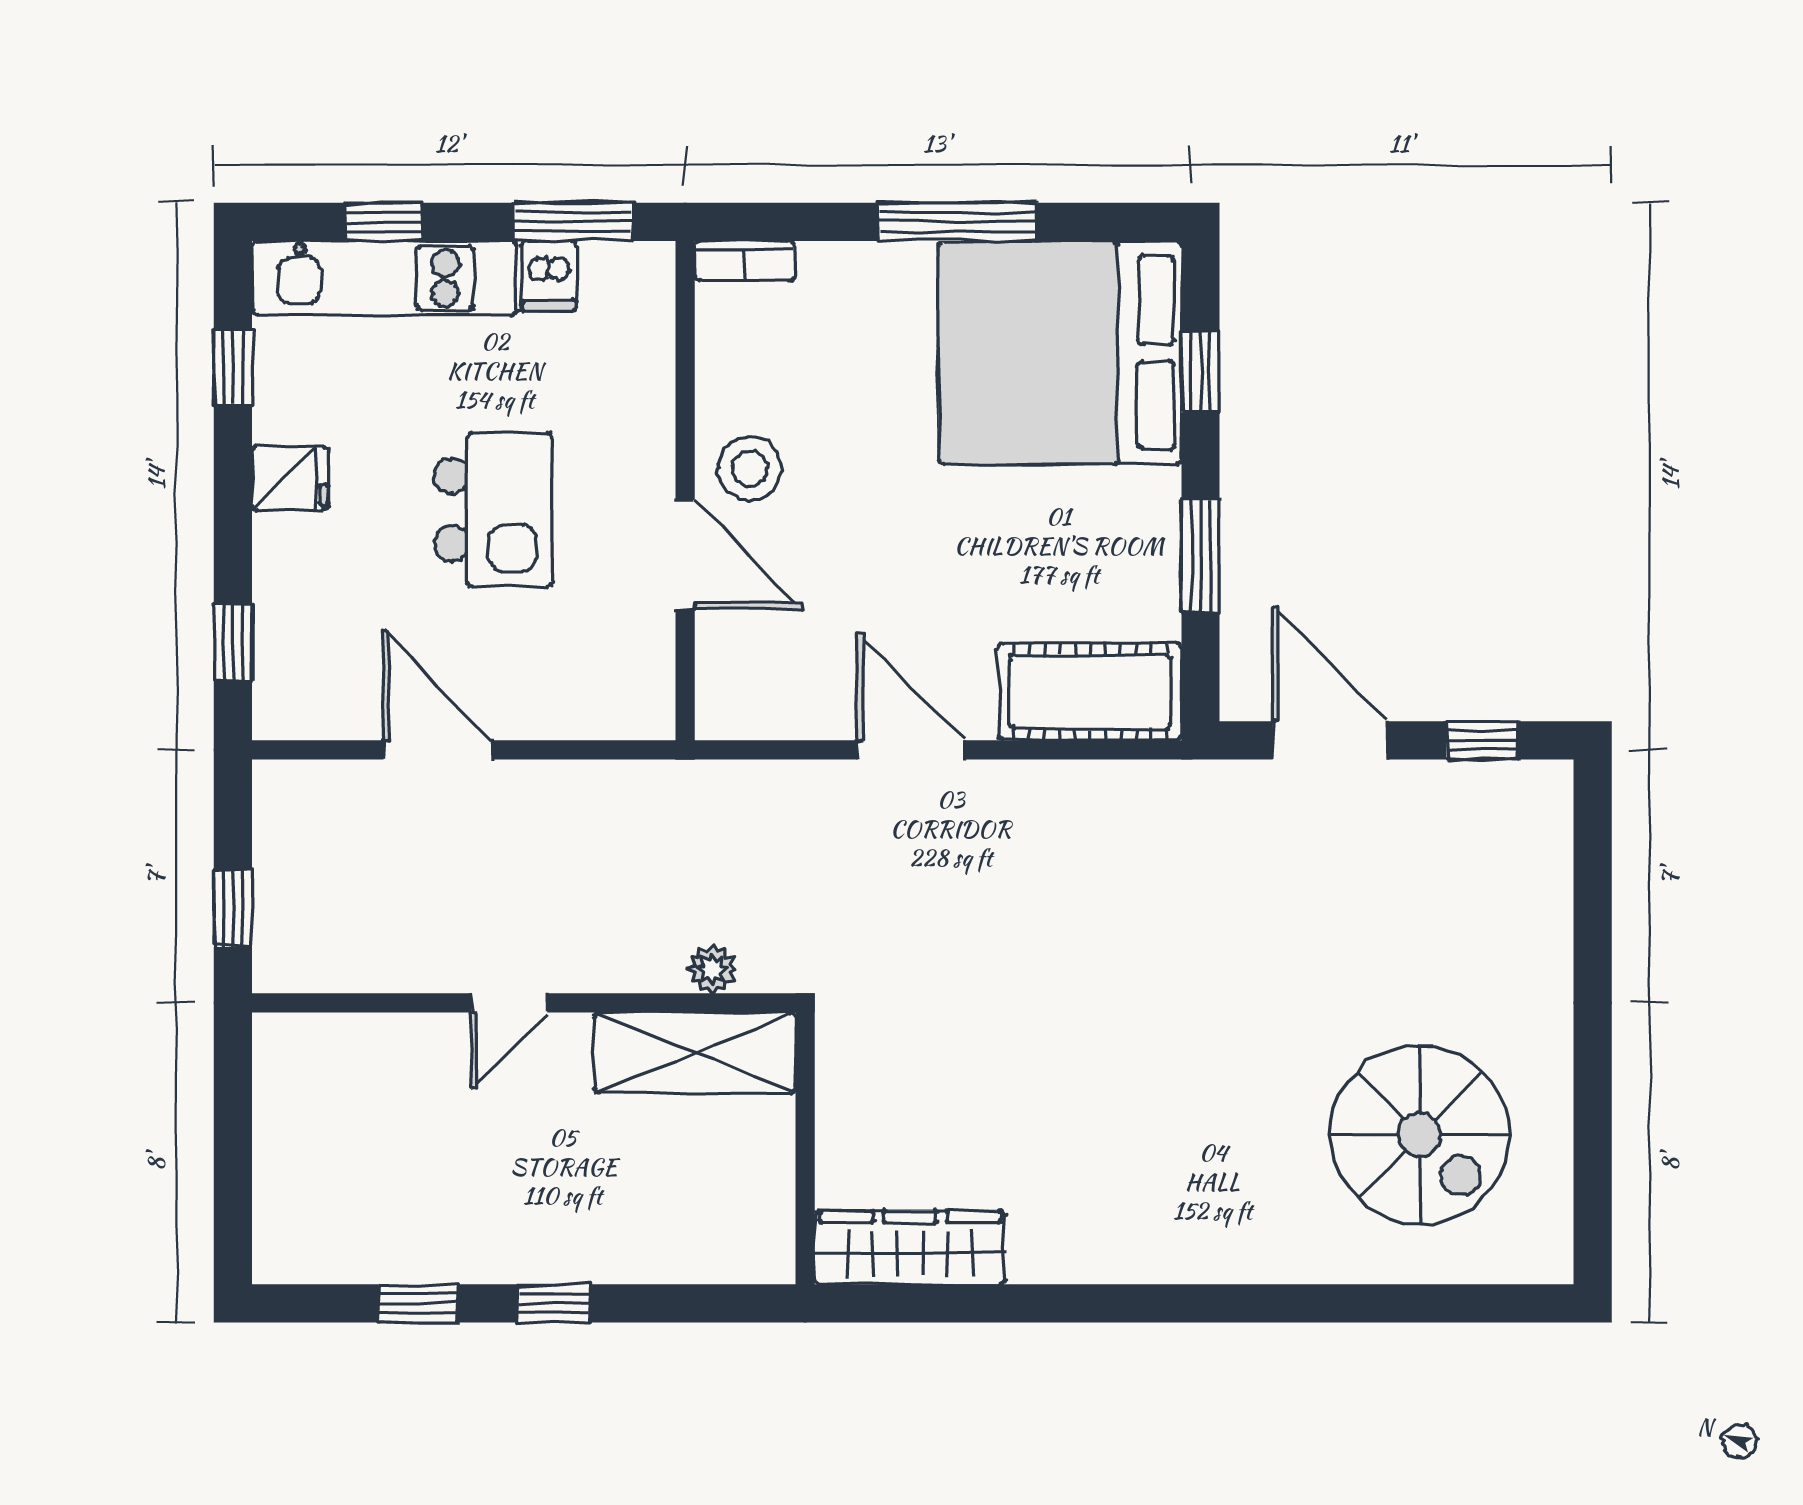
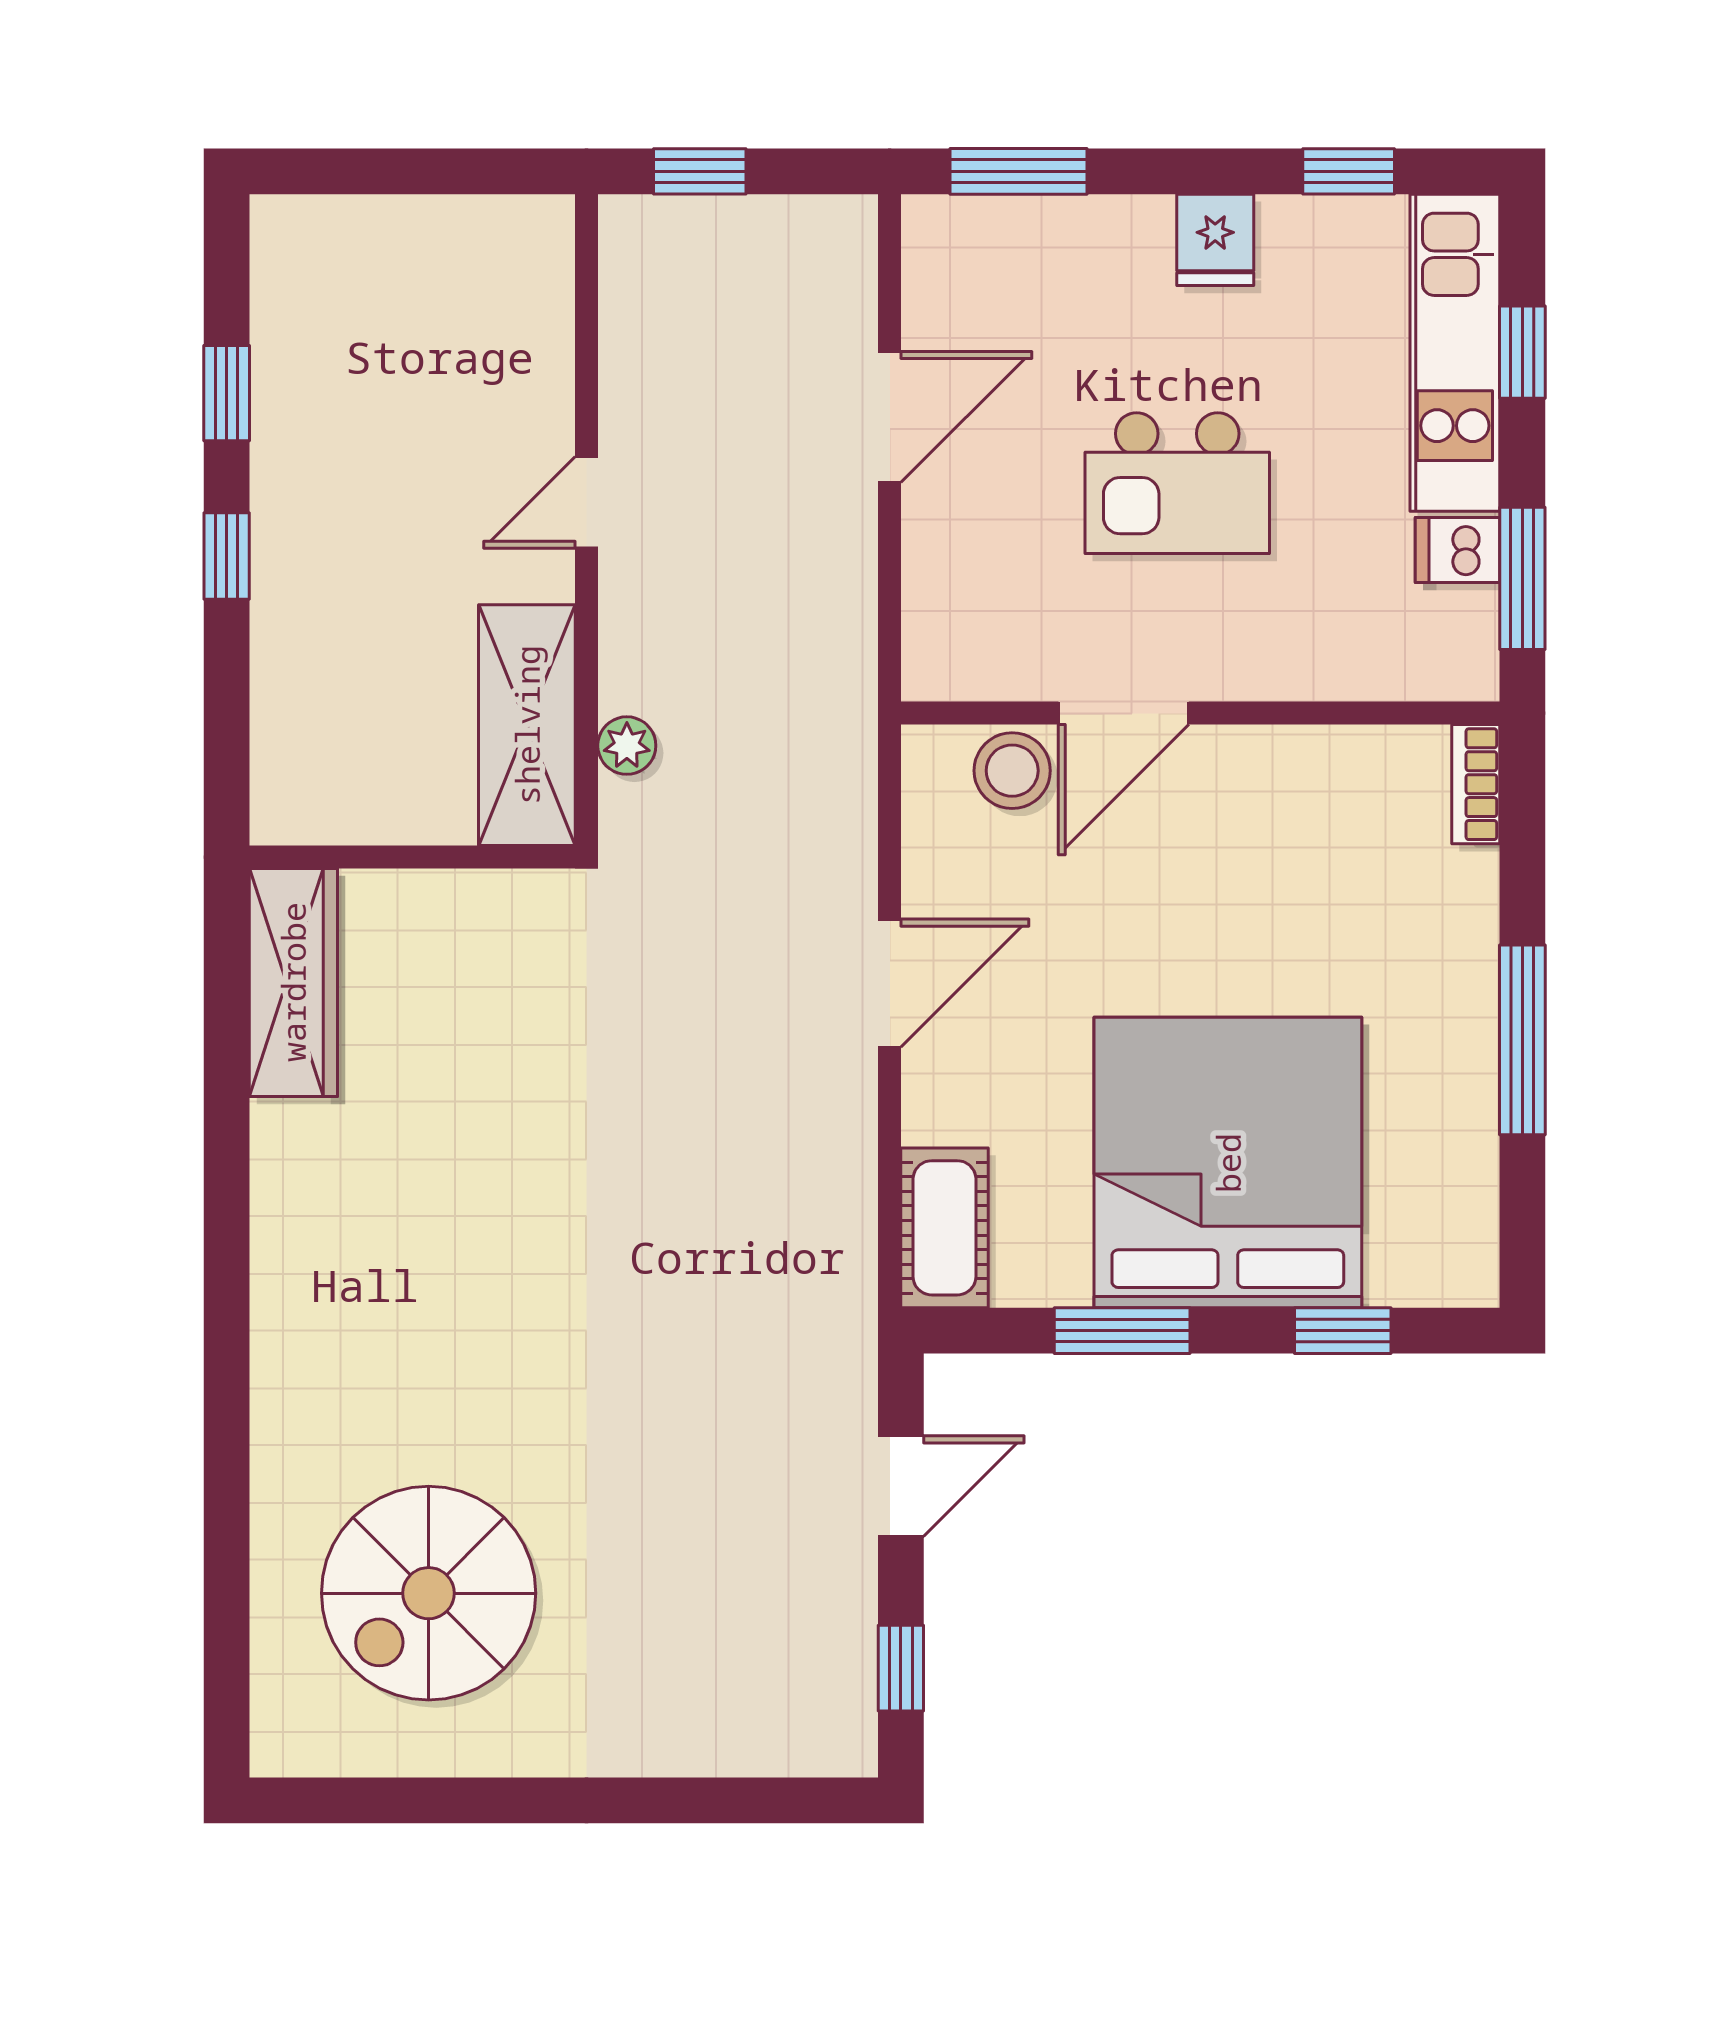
bed: (1060, 352) -> (1228, 1163), moved
stool: (750, 468) -> (1012, 771), moved
window: (233, 642) -> (1018, 171), width x1.50
cot: (1090, 692) -> (944, 1228), width x0.73, depth x0.75
door: (1330, 740) -> (901, 1486), width x0.73
door: (509, 1003) -> (586, 502), hinge flipped

